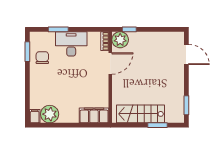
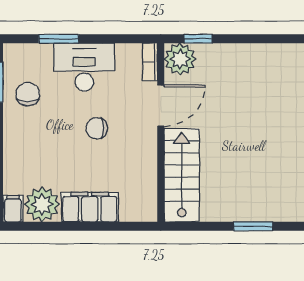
chair: (77, 75) -> (97, 128), added
stairs: (141, 114) -> (182, 175), moved, turned 90
filing cabinet: (94, 115) -> (90, 207), moved

